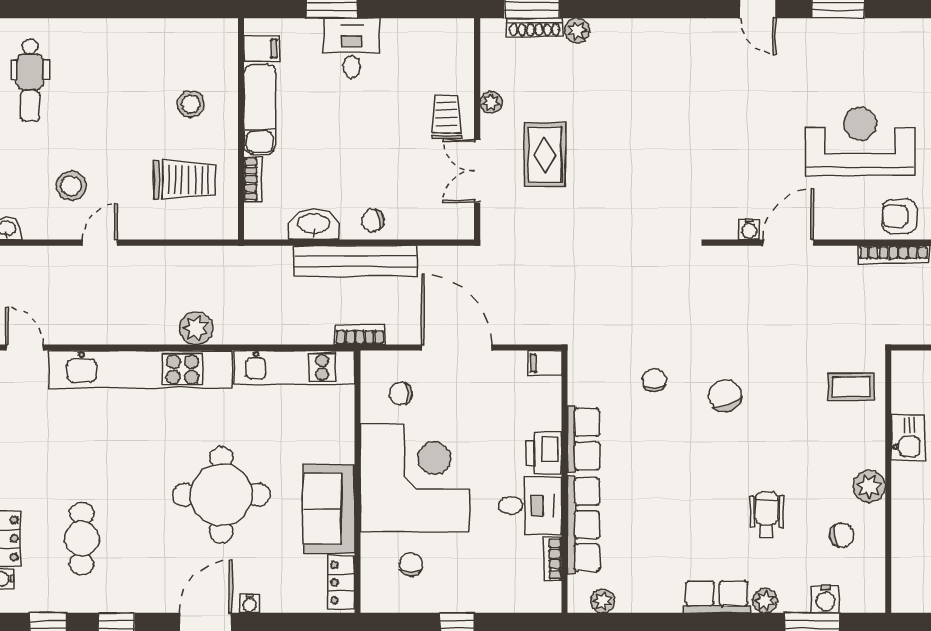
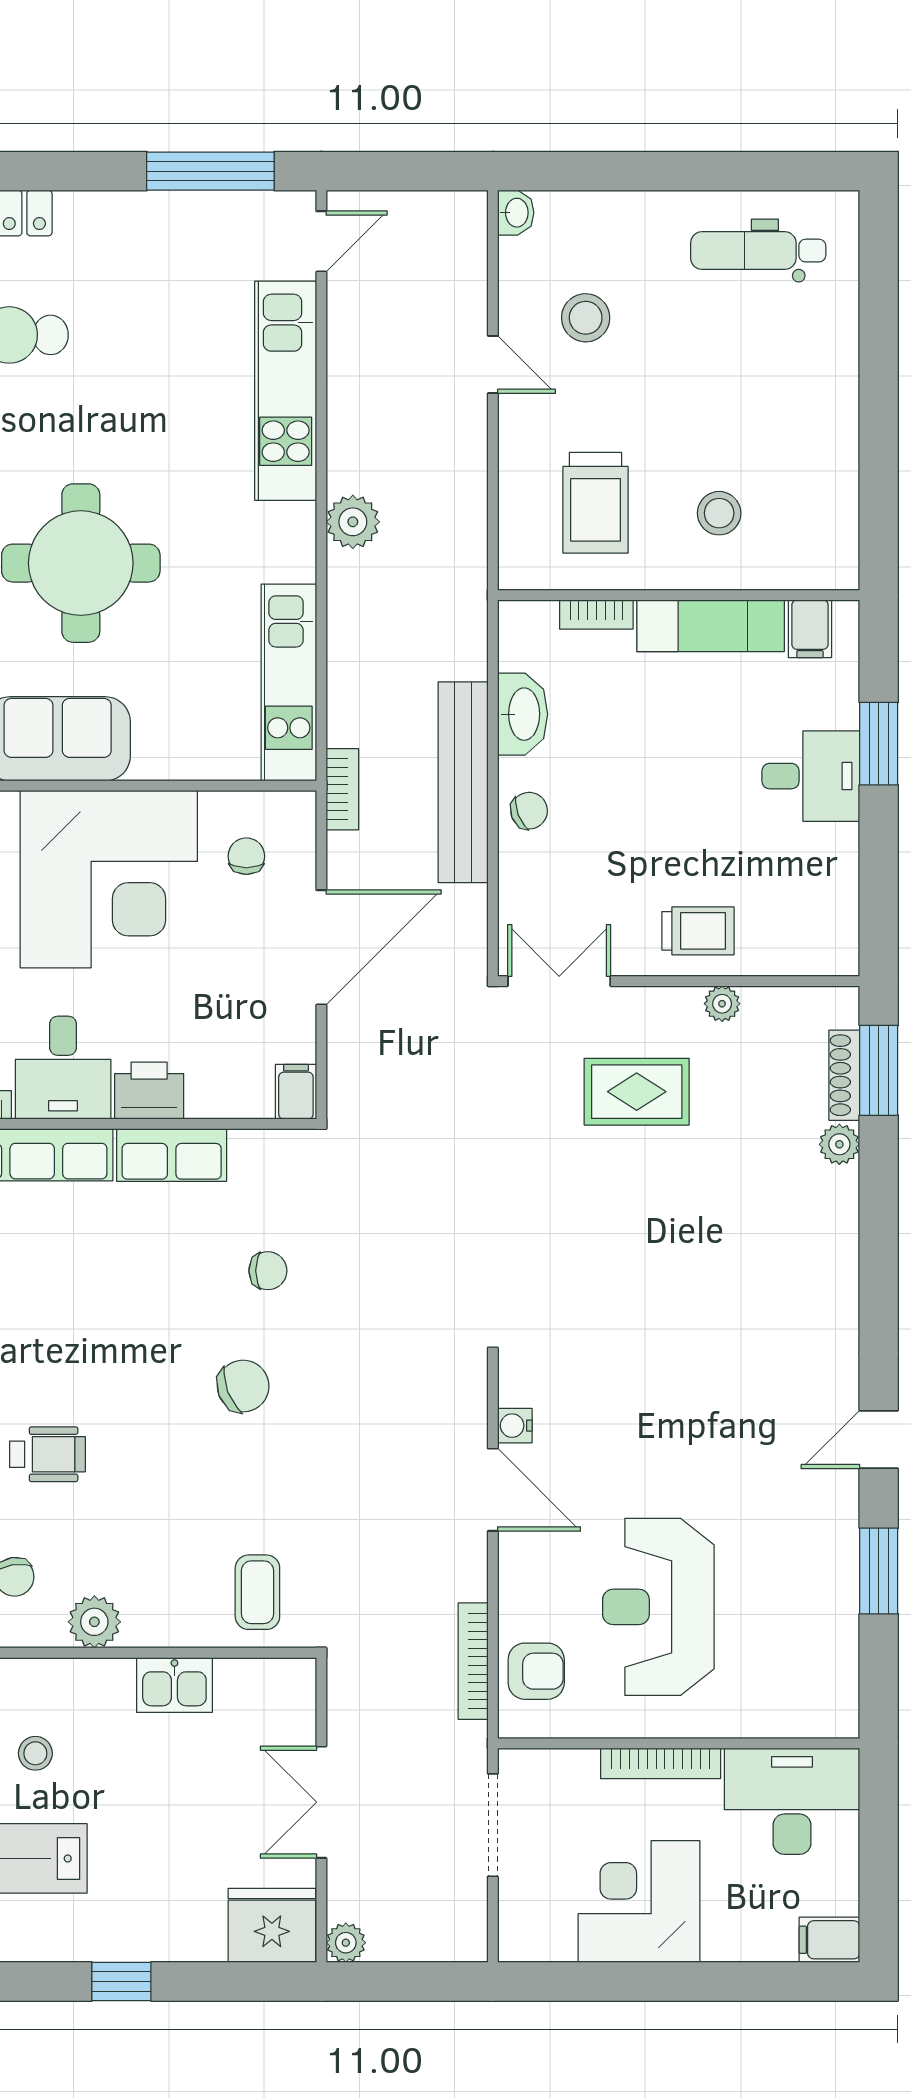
reception desk: (860, 141) -> (658, 1607), turned 180
double door: (477, 171) -> (559, 981), moved
armchair: (899, 216) -> (536, 1671), turned 90
chair: (373, 220) -> (529, 811), turned 79
kitchen unit: (140, 369) -> (286, 391), width x0.73

